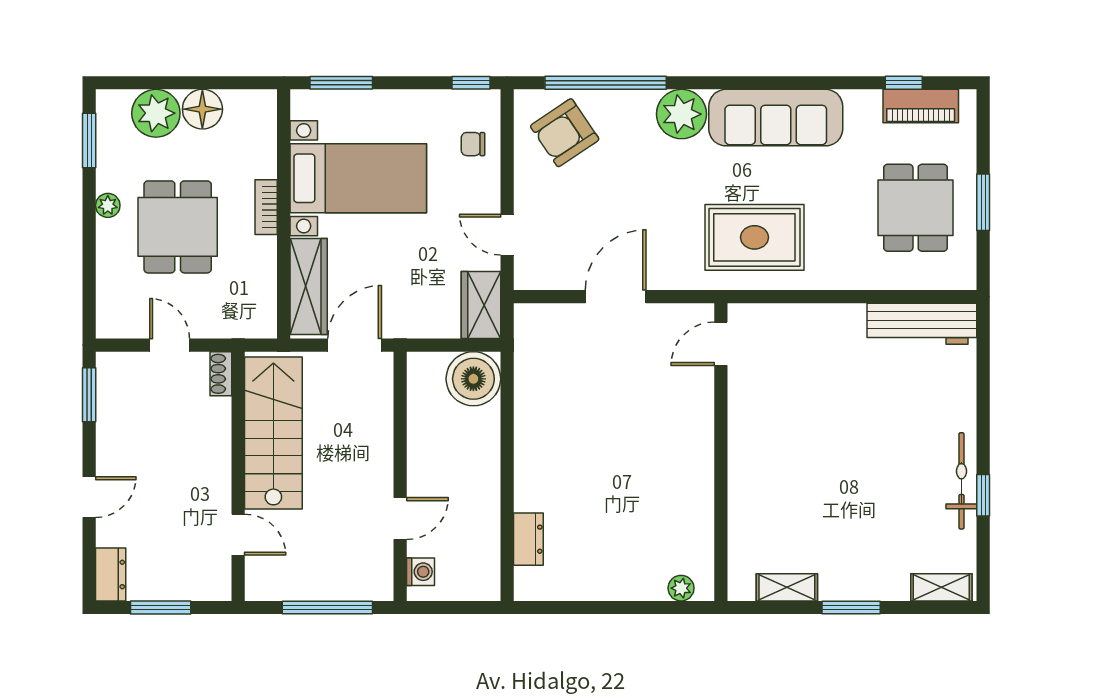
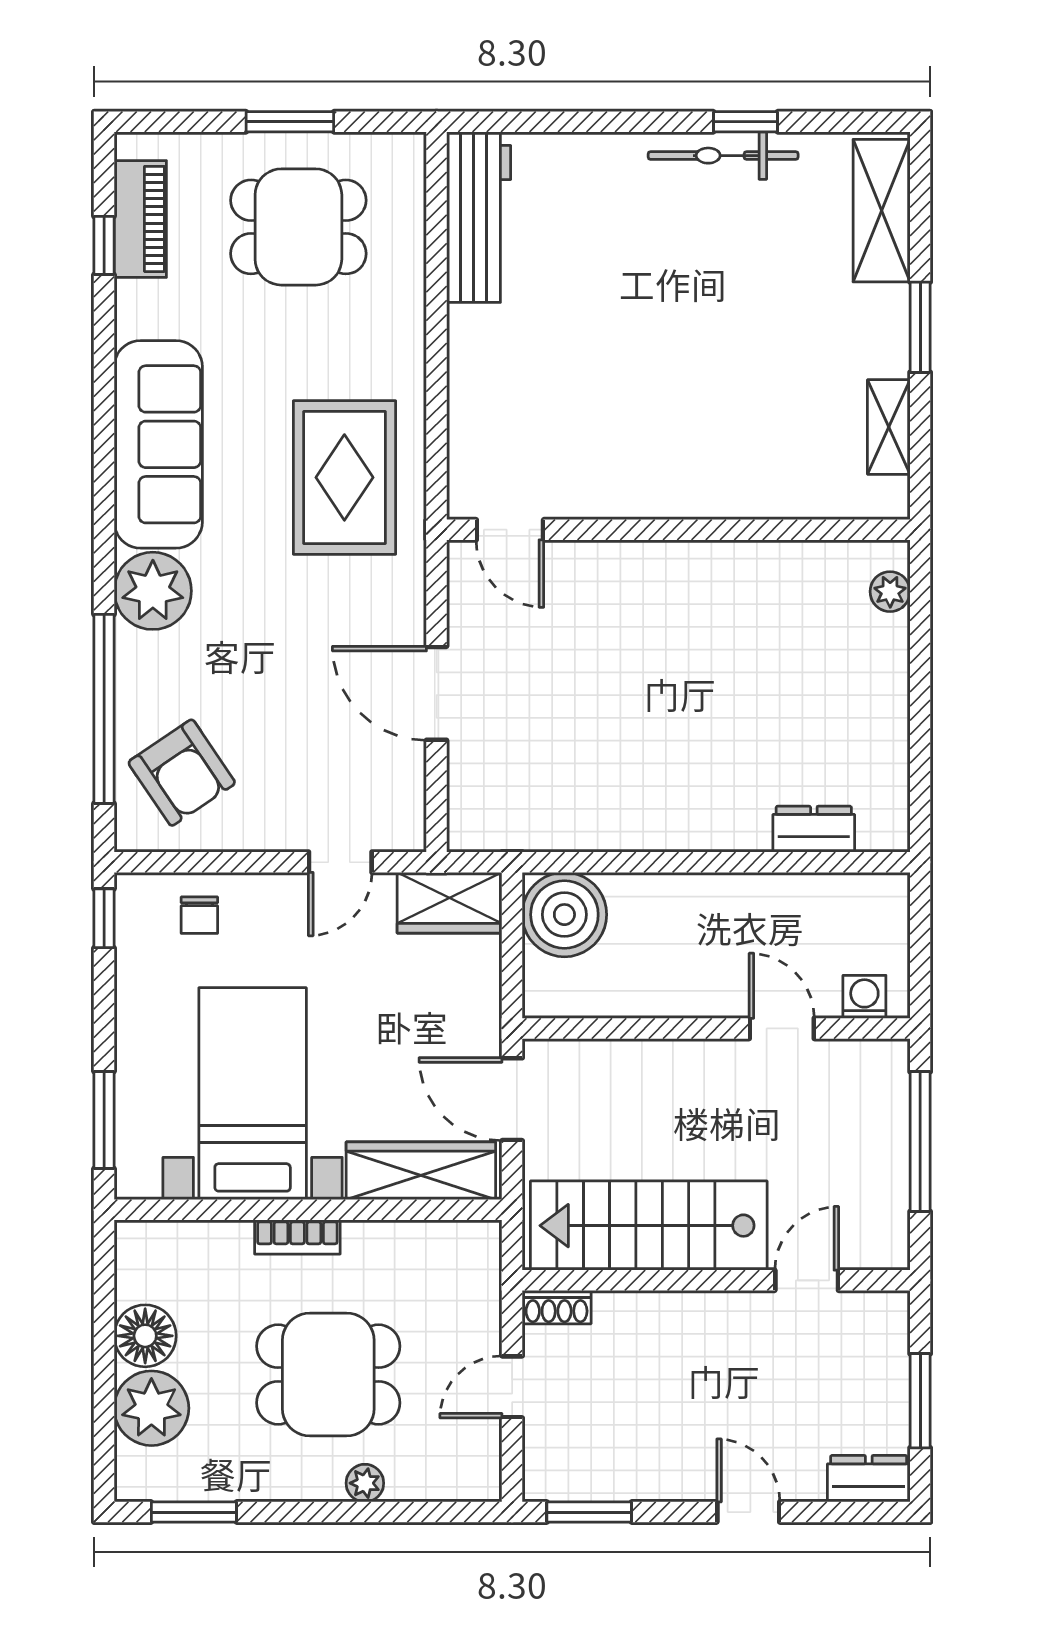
plant: (108, 205) -> (365, 1483), moved
shelving: (941, 587) -> (882, 211), width x1.50, depth x1.33

